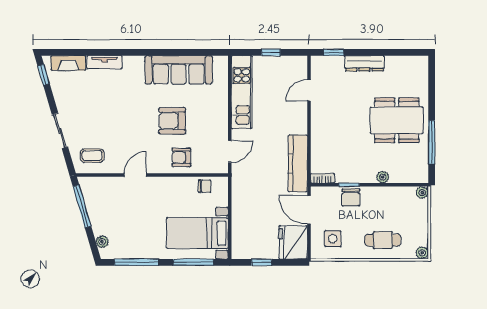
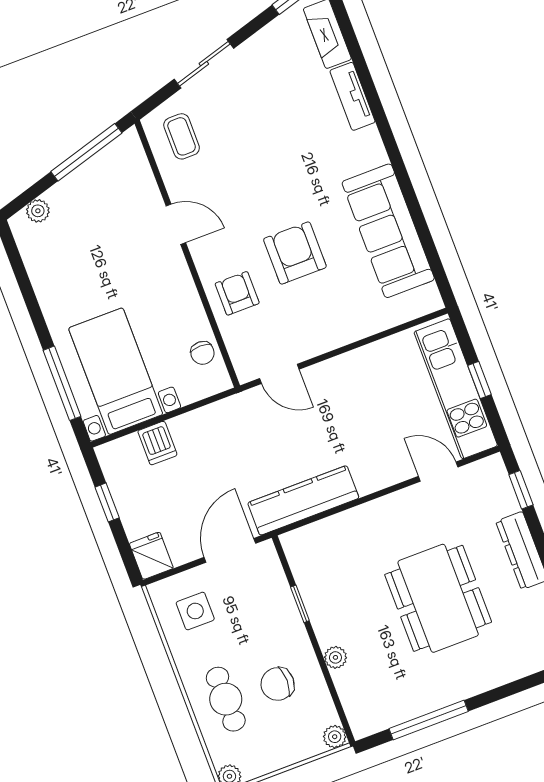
kitchen unit: (242, 92) -> (456, 389), moved, turned 90
dining table: (397, 120) -> (438, 598), moved
bookcase: (323, 178) -> (294, 553), removed
chair: (351, 197) -> (278, 684), moved
dishwasher: (241, 226) -> (157, 443), added
fridge: (293, 242) -> (151, 556), width x0.53, depth x0.75
window: (137, 262) -> (25, 285), removed

